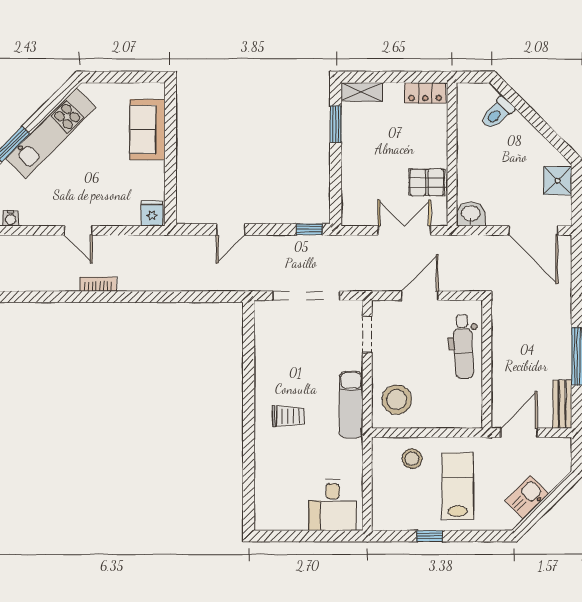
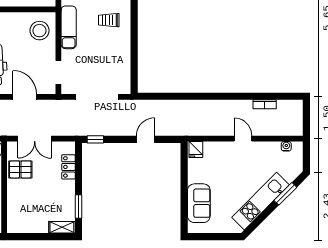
locker: (425, 93) -> (68, 167), moved, turned -90
bookcase: (98, 284) -> (265, 104), moved
door: (420, 296) -> (25, 97), swing flipped

